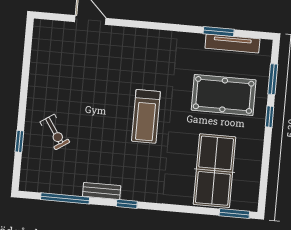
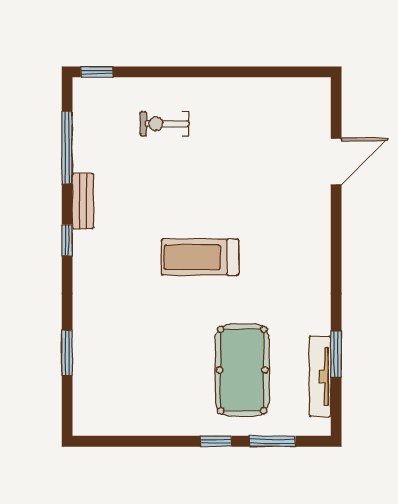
exercise bike: (55, 132) -> (165, 124), turned 34
window: (19, 141) -> (97, 72), moved
table tennis table: (215, 171) -> (128, 367), removed
window: (234, 213) -> (67, 353), moved

